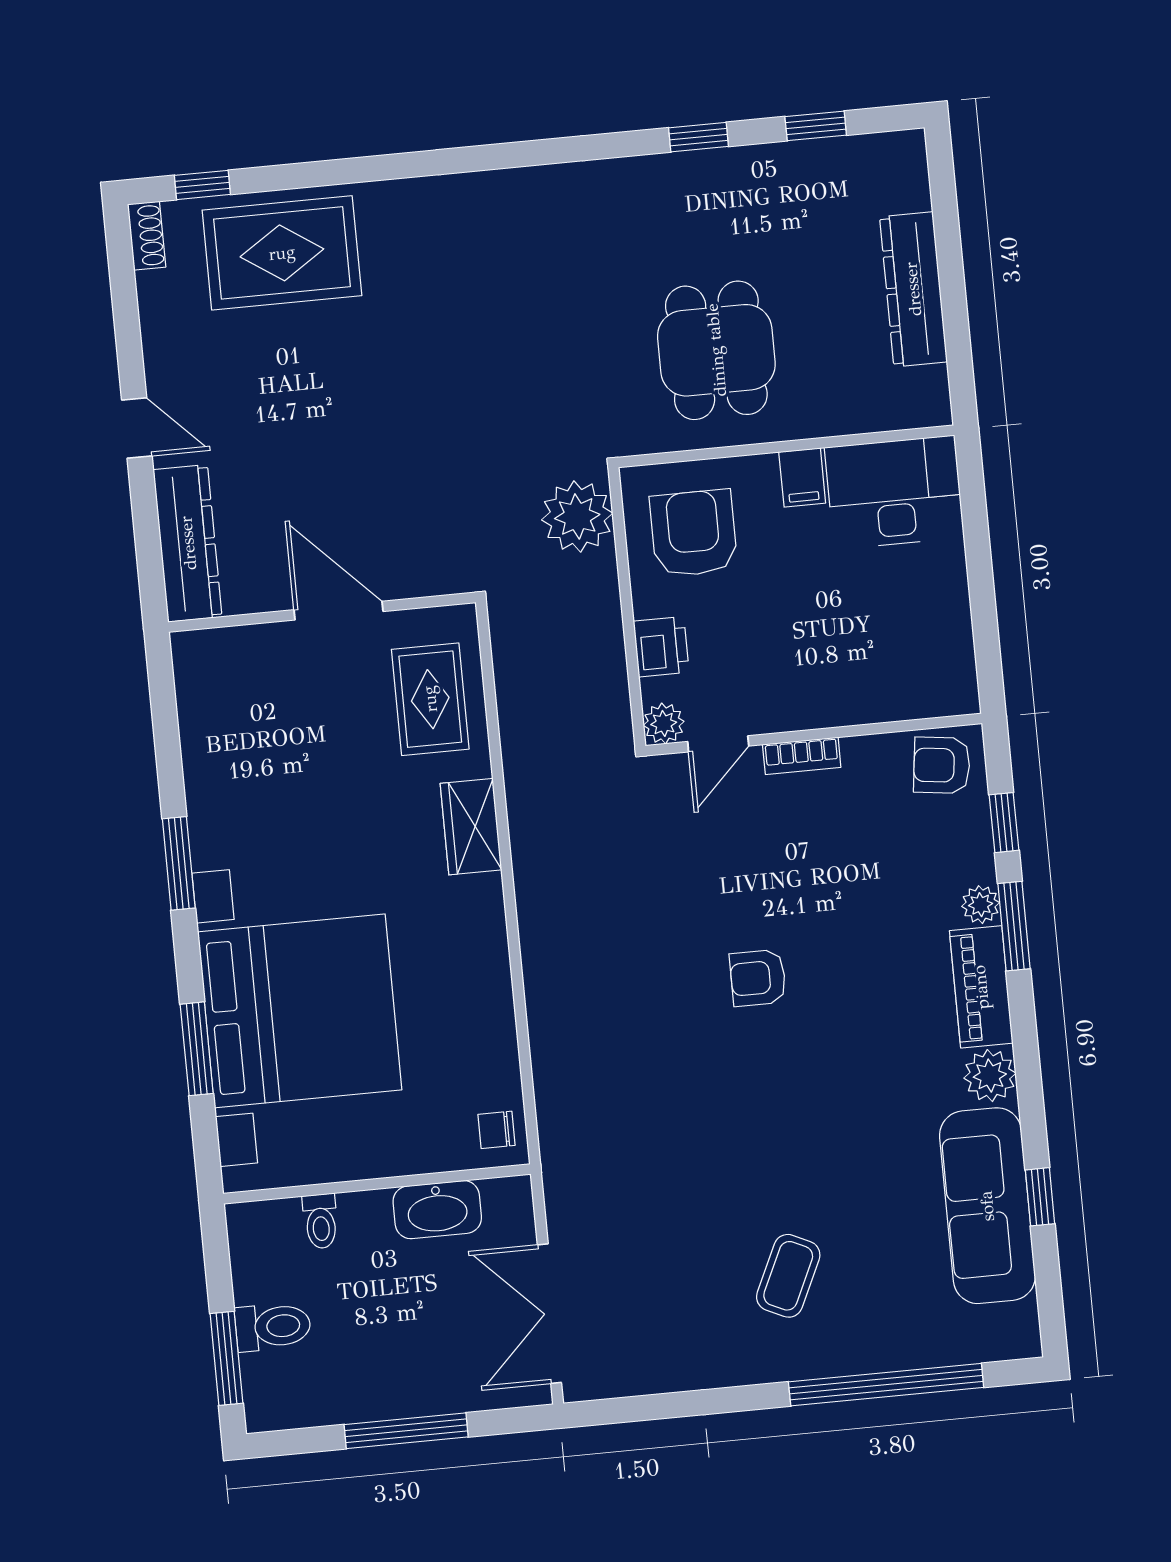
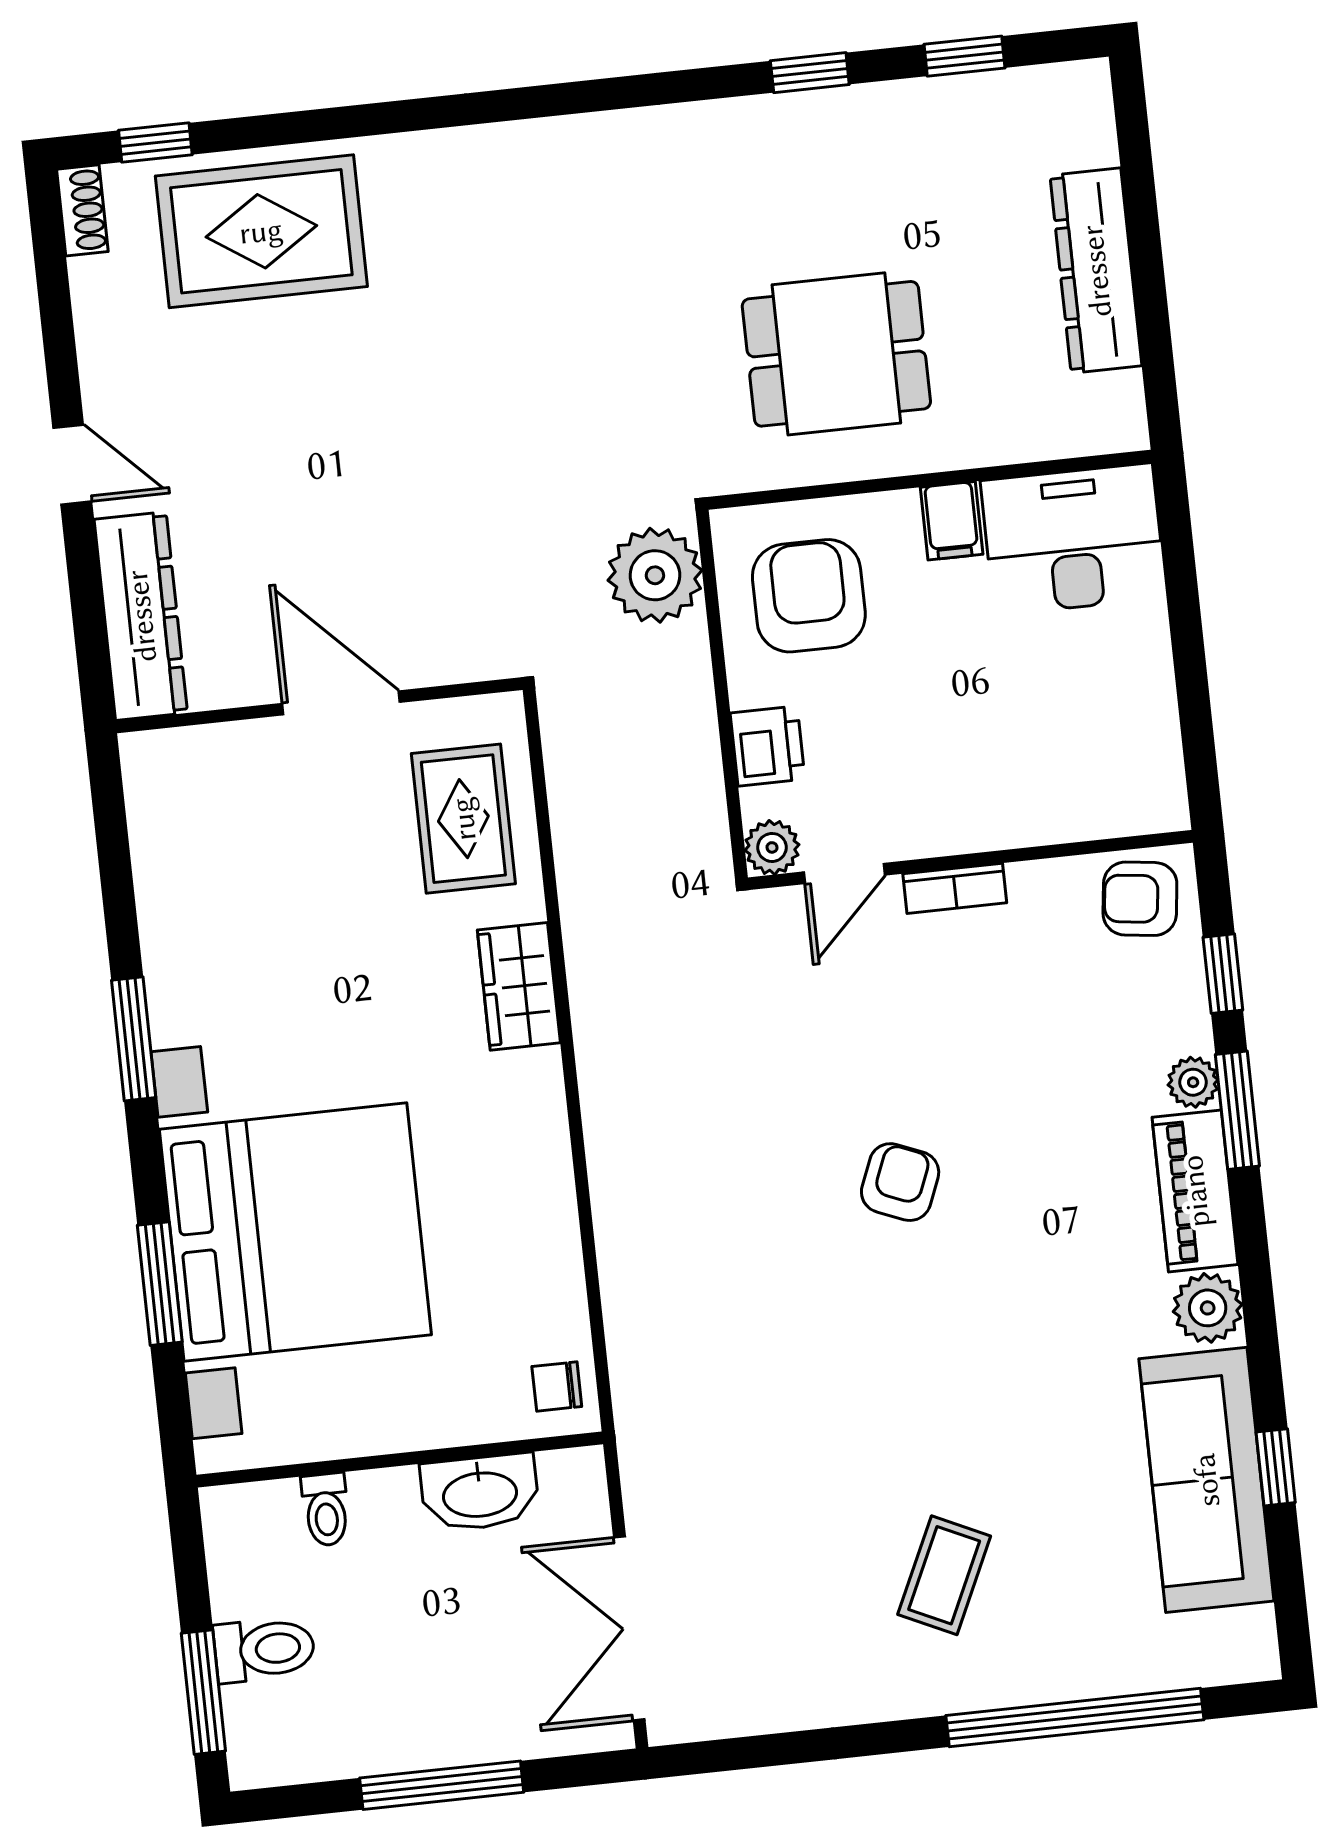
dining table: (716, 350) -> (836, 354), turned 90
armchair: (758, 978) -> (900, 1182), turned 112

